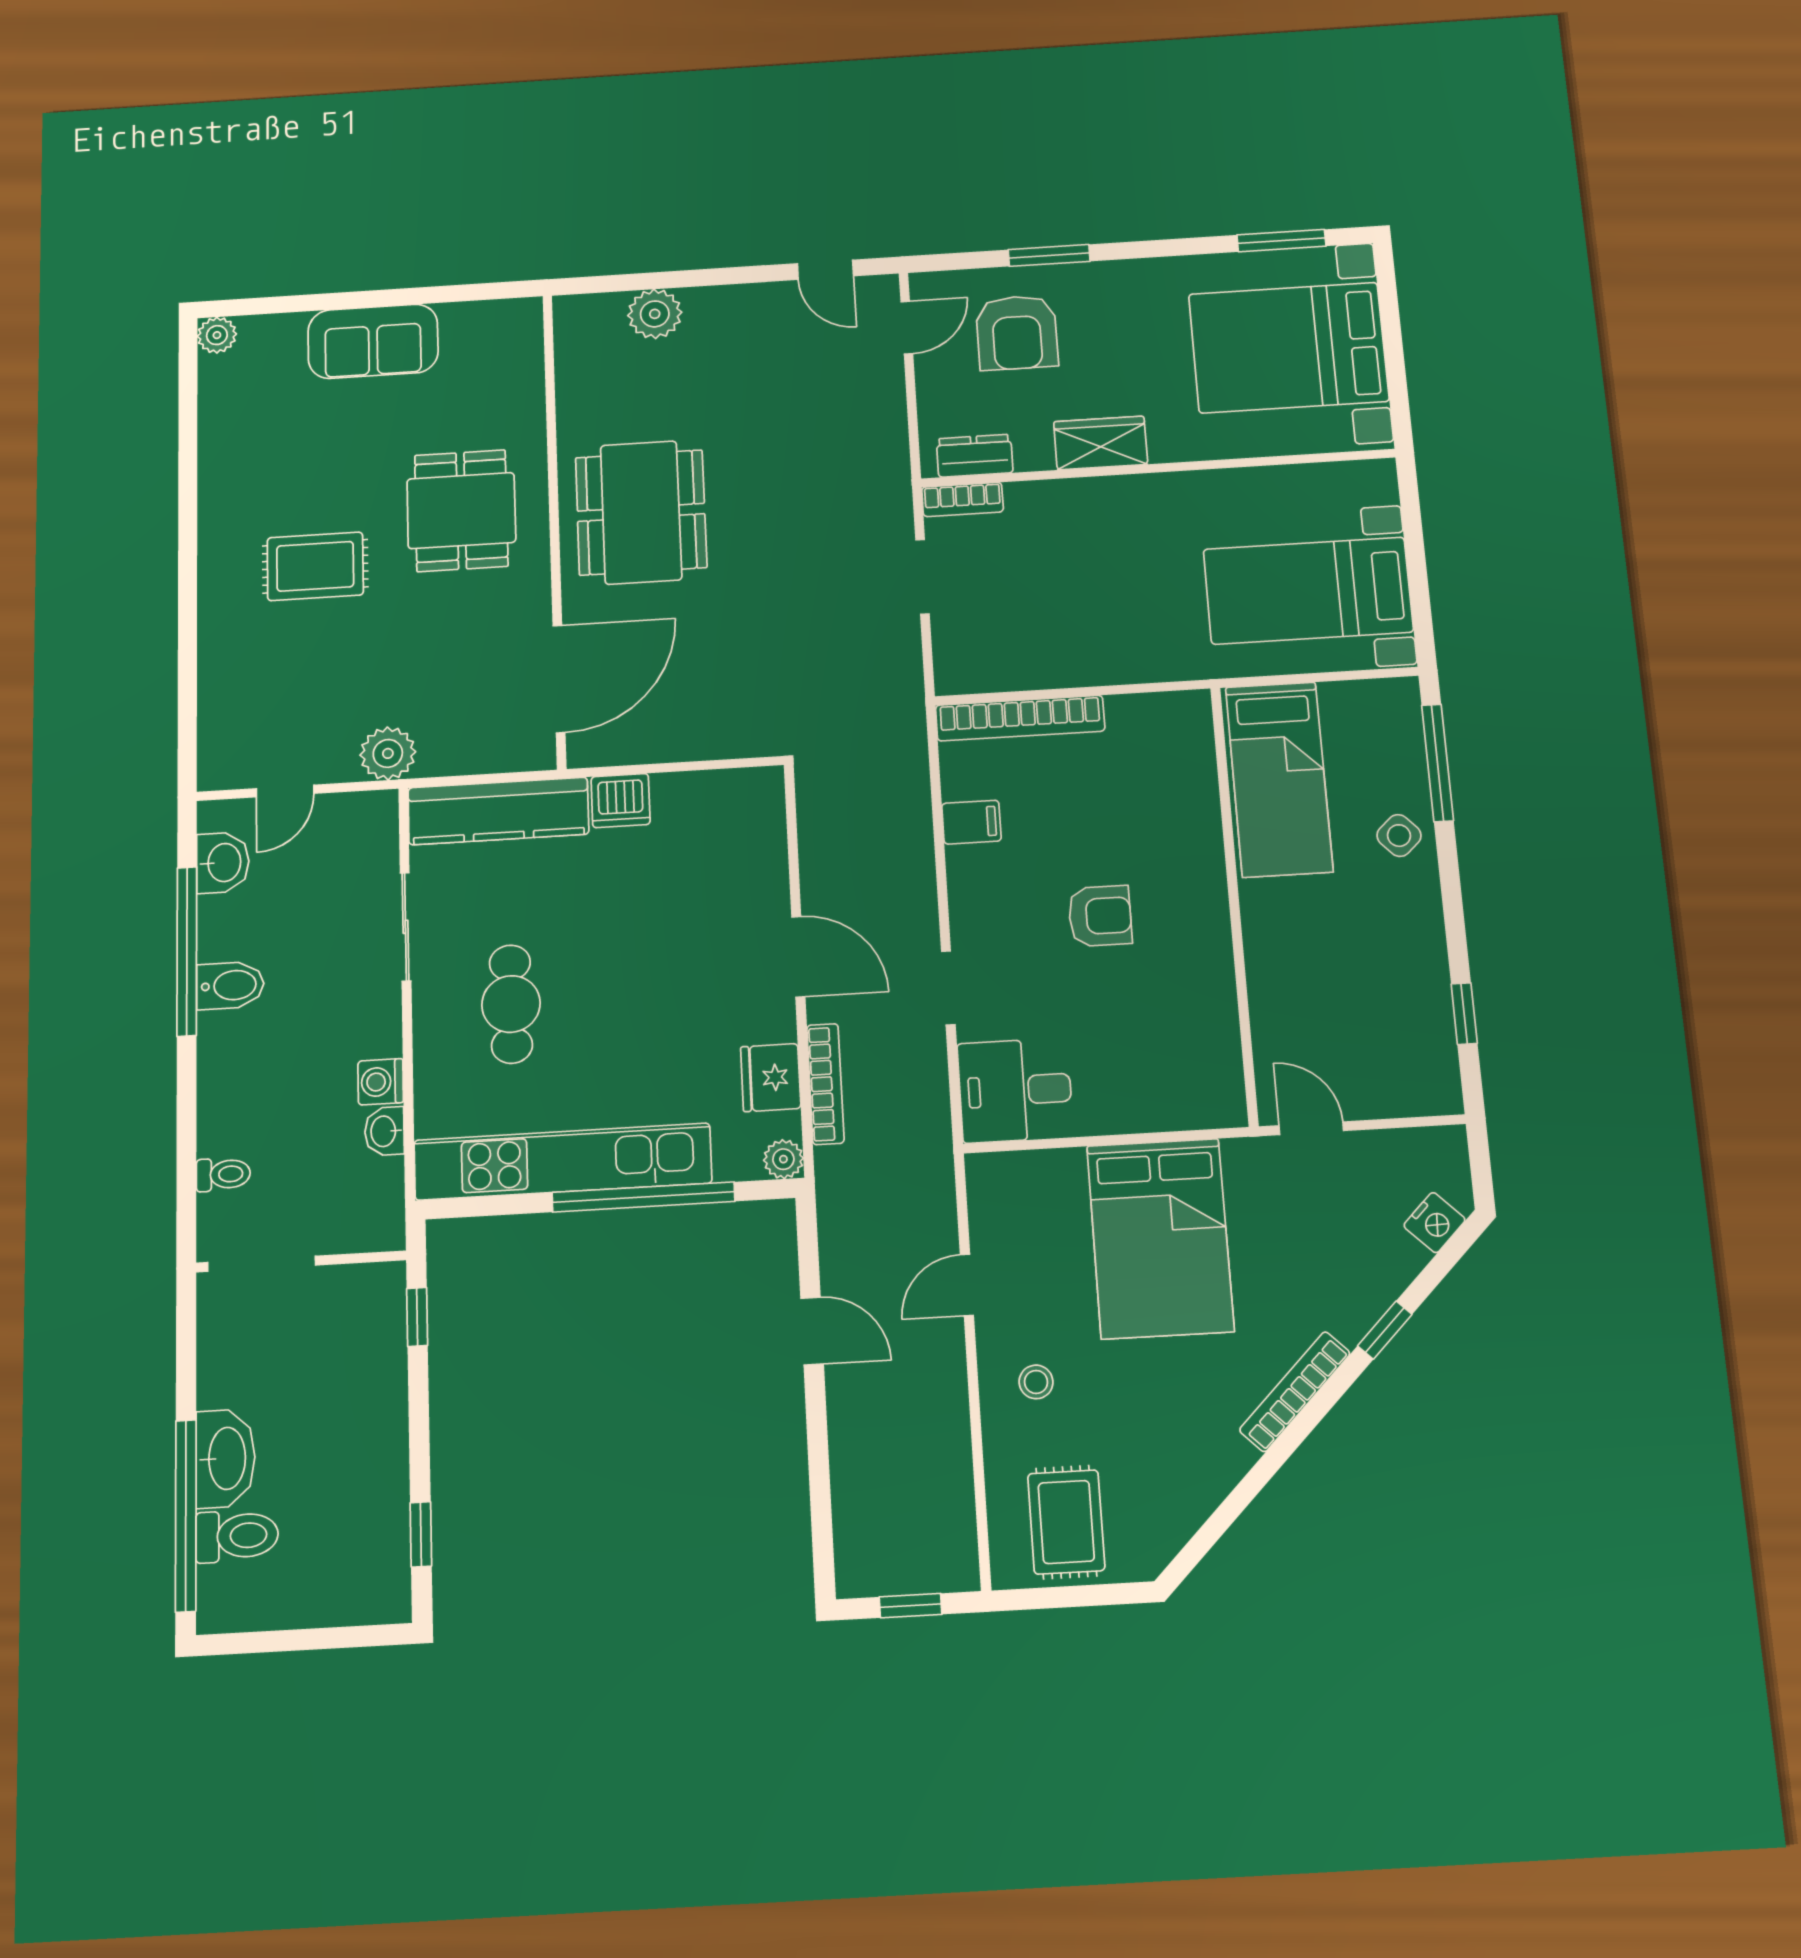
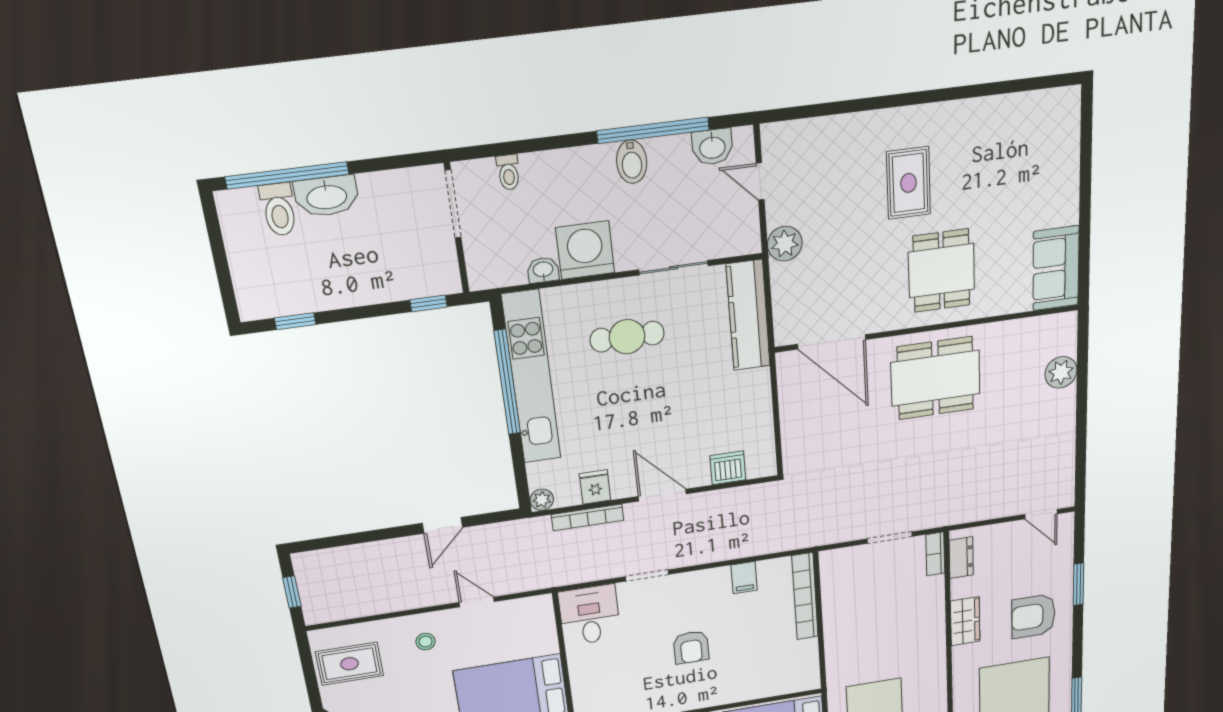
door: (825, 270) -> (1081, 466), removed
armchair: (1017, 333) -> (1033, 616), moved
plant: (217, 335) -> (1069, 99), removed
sofa: (373, 341) -> (1056, 268), moved
dining table: (461, 511) -> (941, 271), turned 90
dishwasher: (621, 801) -> (728, 468), moved, turned 90
door: (798, 957) -> (662, 495), swing flipped
fridge: (771, 1078) -> (595, 487), width x0.72
washing machine: (381, 1082) -> (585, 250), width x1.89, depth x1.89
window: (643, 1197) -> (507, 382), moved

